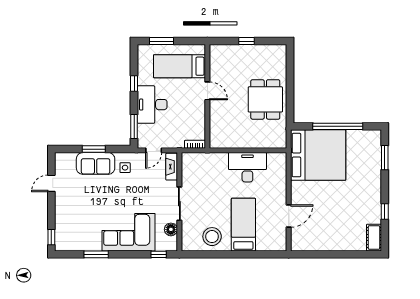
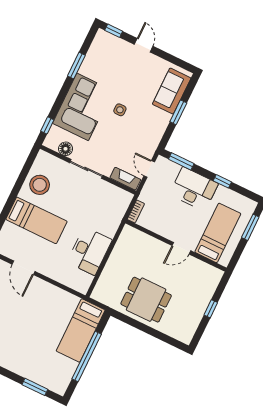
bed: (318, 155) -> (81, 330), width x0.49
sofa: (96, 163) -> (172, 91), moved
side table: (125, 168) -> (120, 110), moved
door: (51, 183) -> (144, 45), moved

